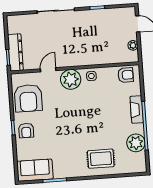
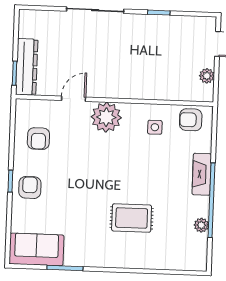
armchair: (126, 75) -> (191, 120), turned 180
side table: (91, 76) -> (155, 127), moved
armchair: (28, 98) -> (38, 139), width x0.53, depth x0.53
armchair: (26, 130) -> (30, 187), turned 180
plant: (136, 143) -> (201, 225), width x0.53, depth x0.53
rug: (101, 159) -> (132, 218), moved

